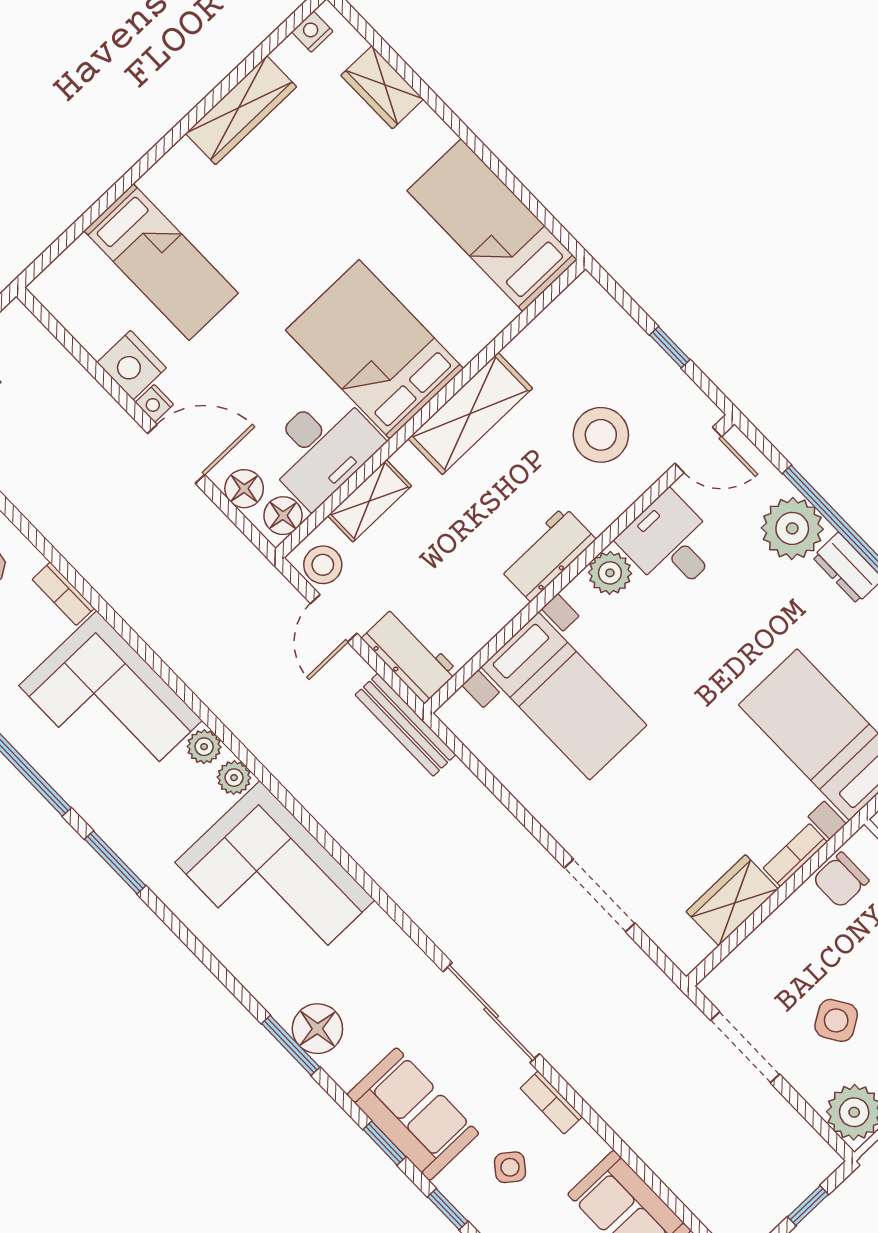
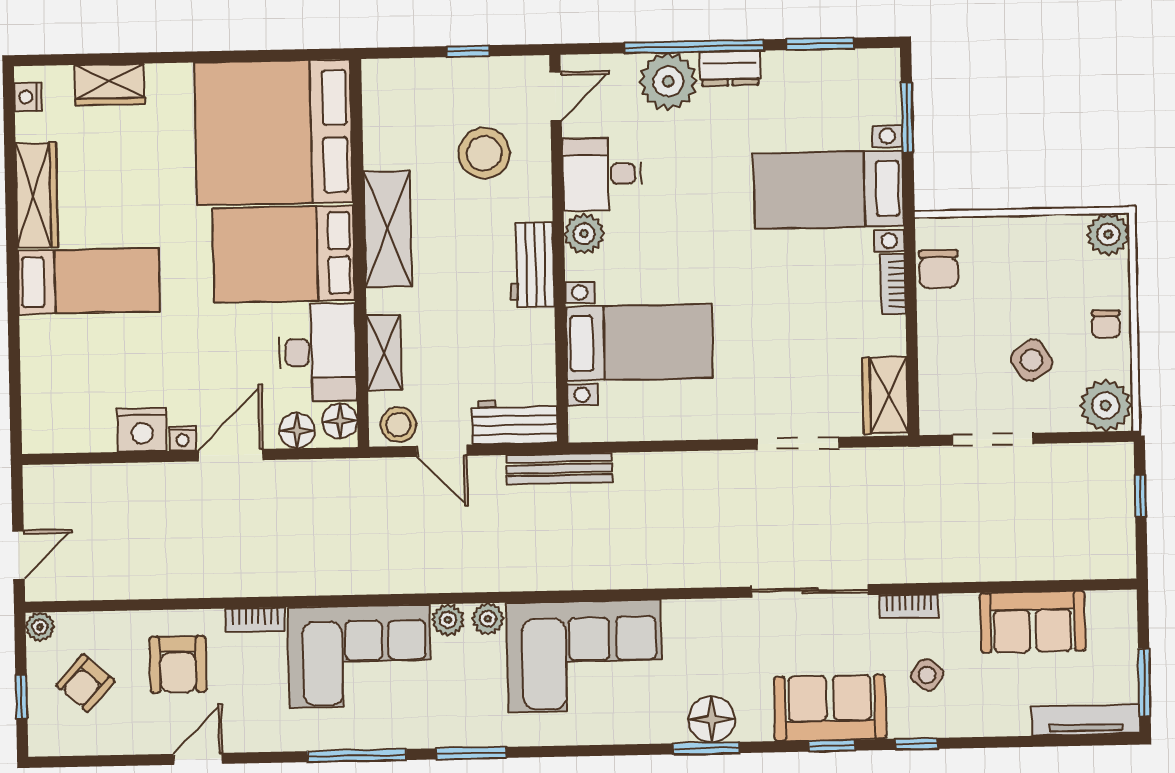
bed: (492, 225) -> (274, 132), width x2.04
bed: (161, 262) -> (89, 281), moved
wardrobe: (732, 900) -> (885, 395), moved

